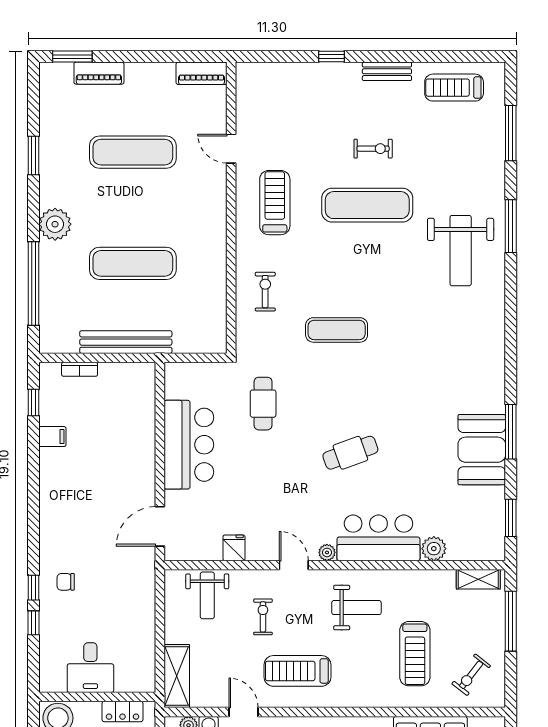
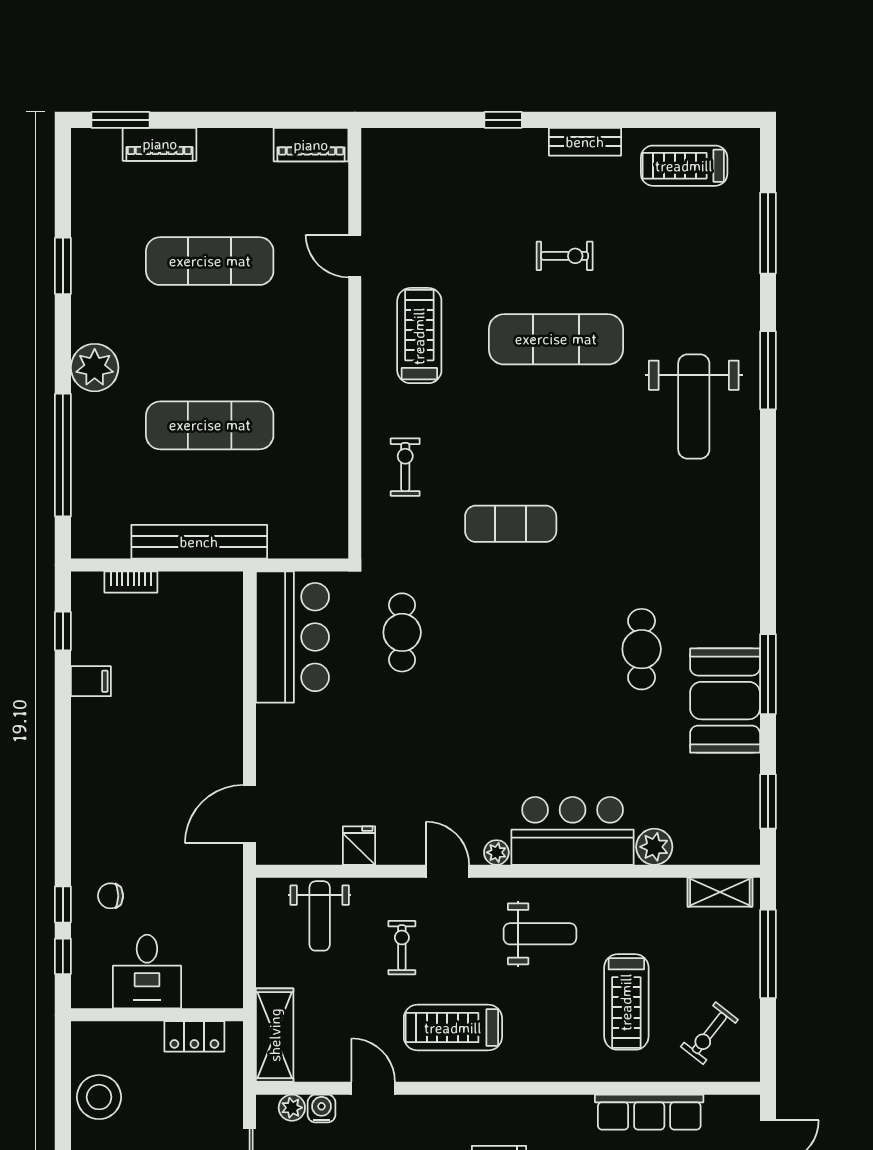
bar counter: (189, 445) -> (292, 637), moved
cafe table: (350, 453) -> (642, 649), moved, turned -70
desk: (90, 668) -> (147, 972), moved
wall: (97, 697) -> (157, 1015), moved
locker: (123, 711) -> (194, 1036), moved

